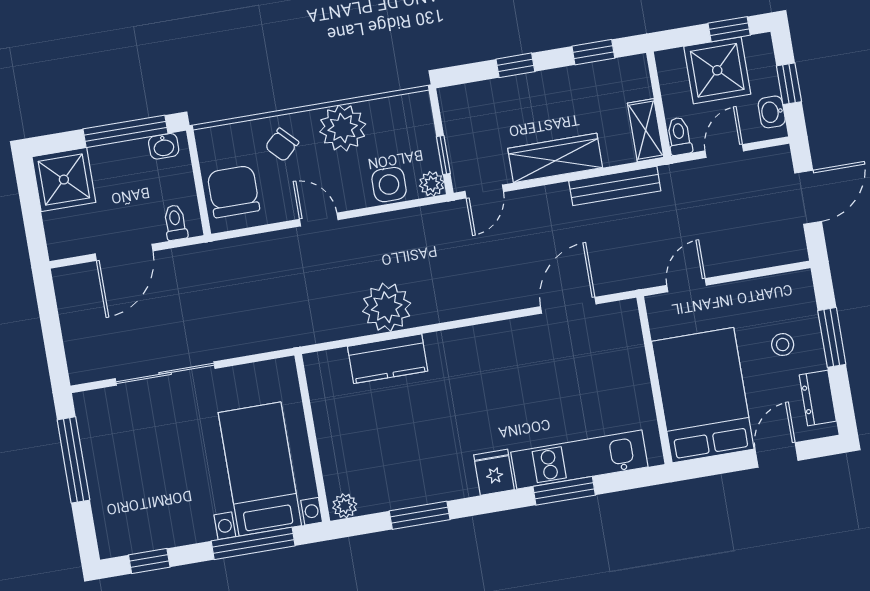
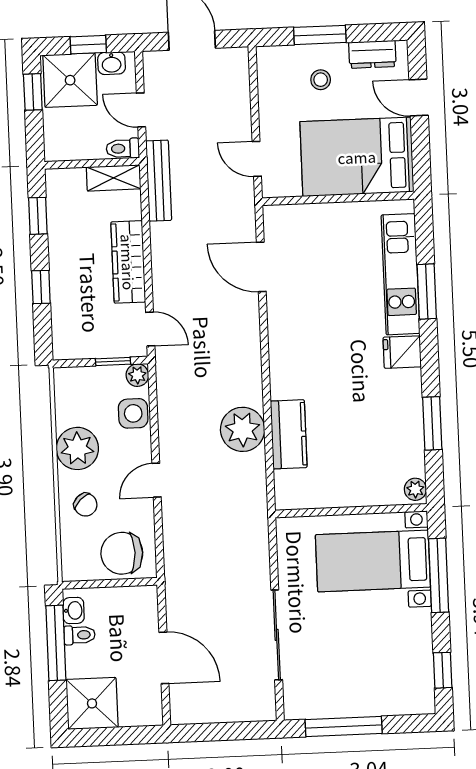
shower: (717, 70) -> (70, 80), moved
bench: (615, 186) -> (159, 181), moved
toilet: (175, 223) -> (80, 635), moved, turned 180

